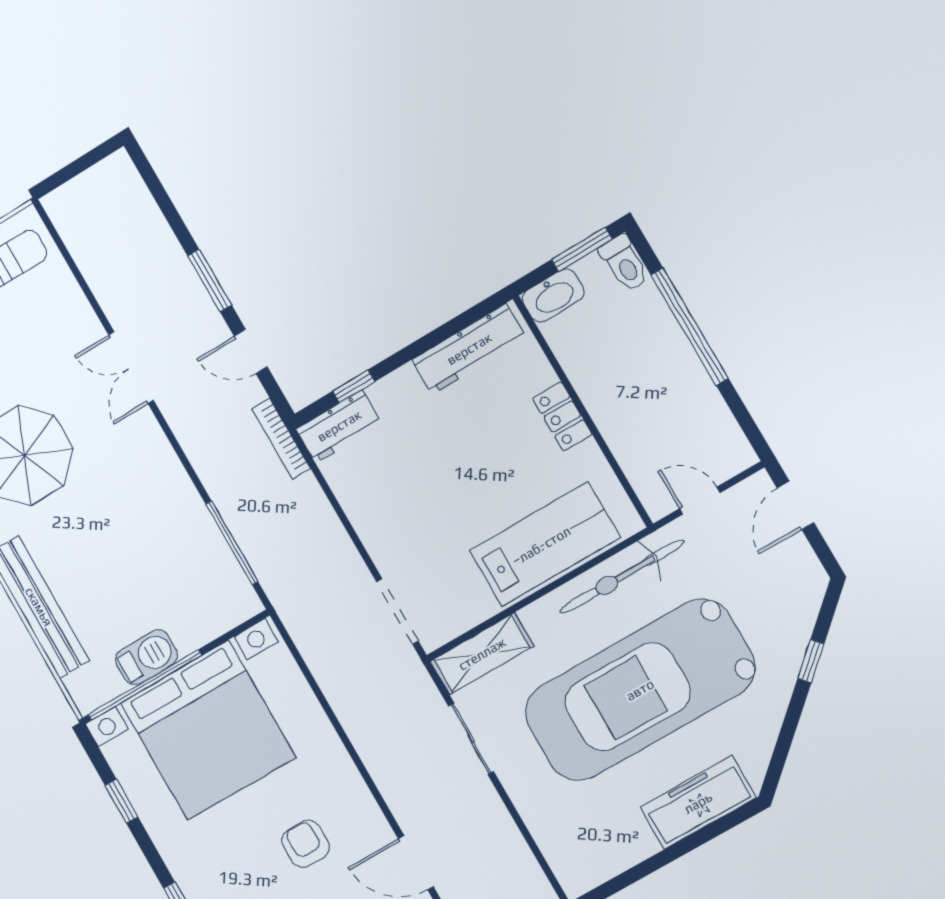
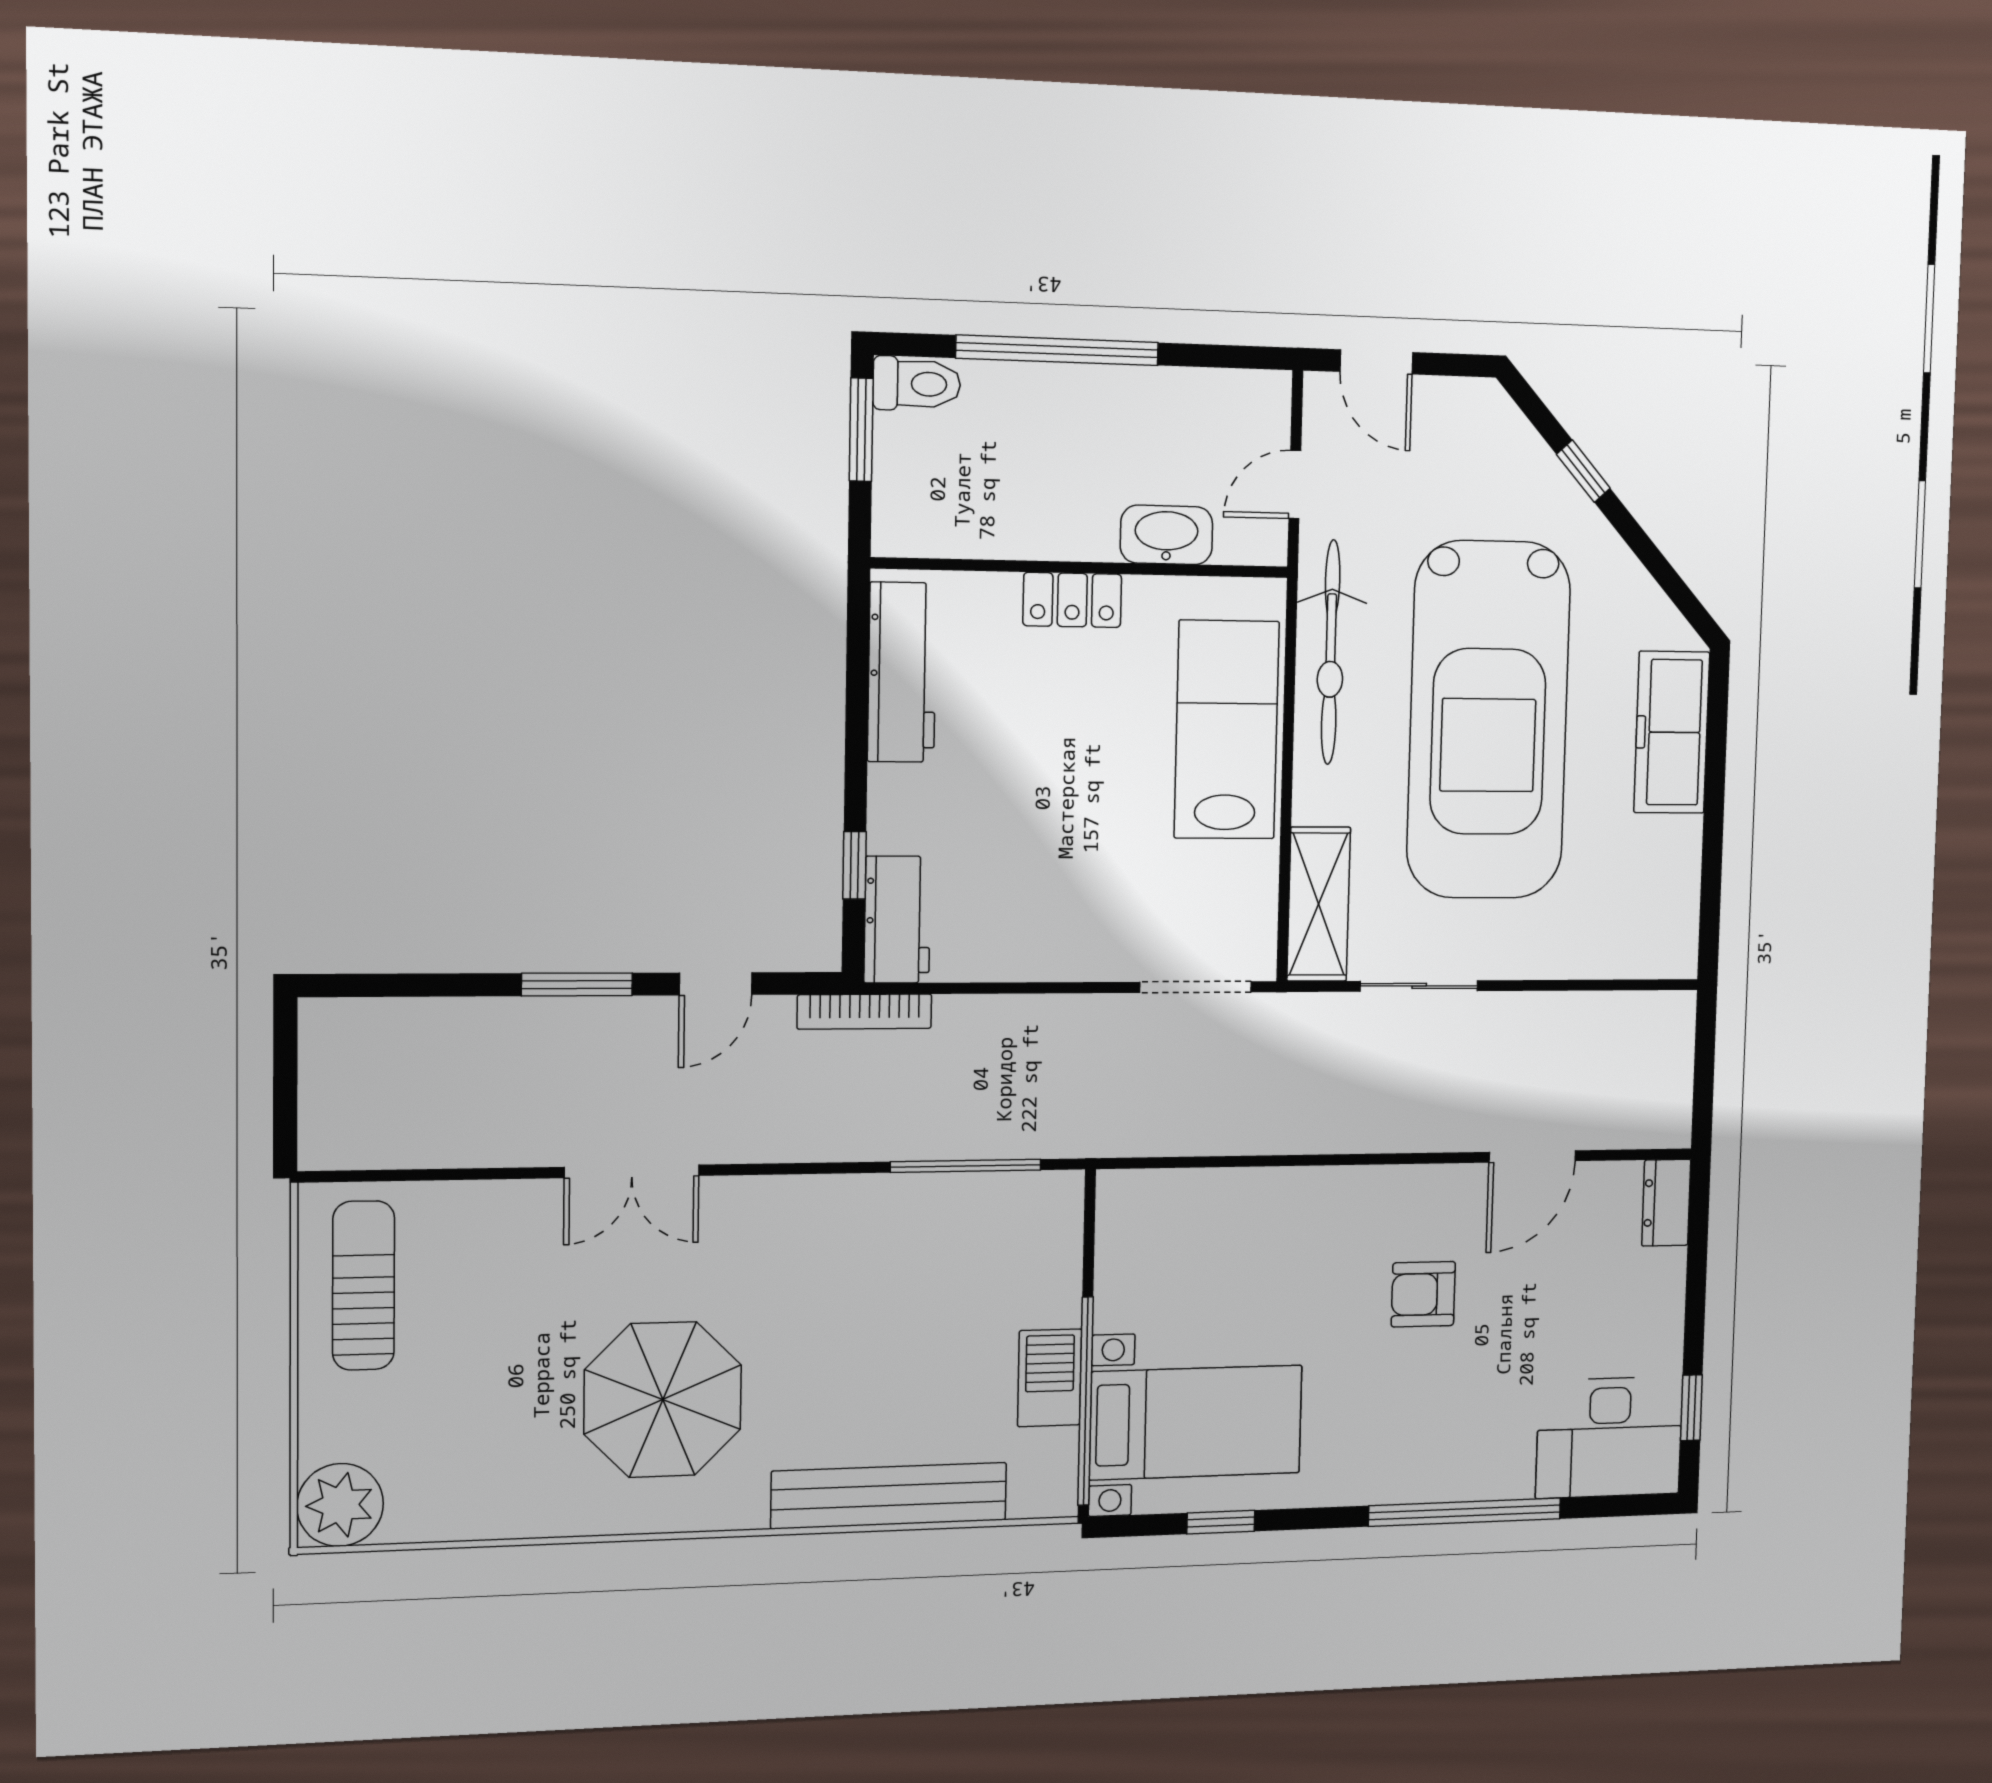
washbasin: (553, 295) -> (1166, 535), moved, turned -90
bed with nightstands: (208, 730) -> (1196, 1422), width x0.54

